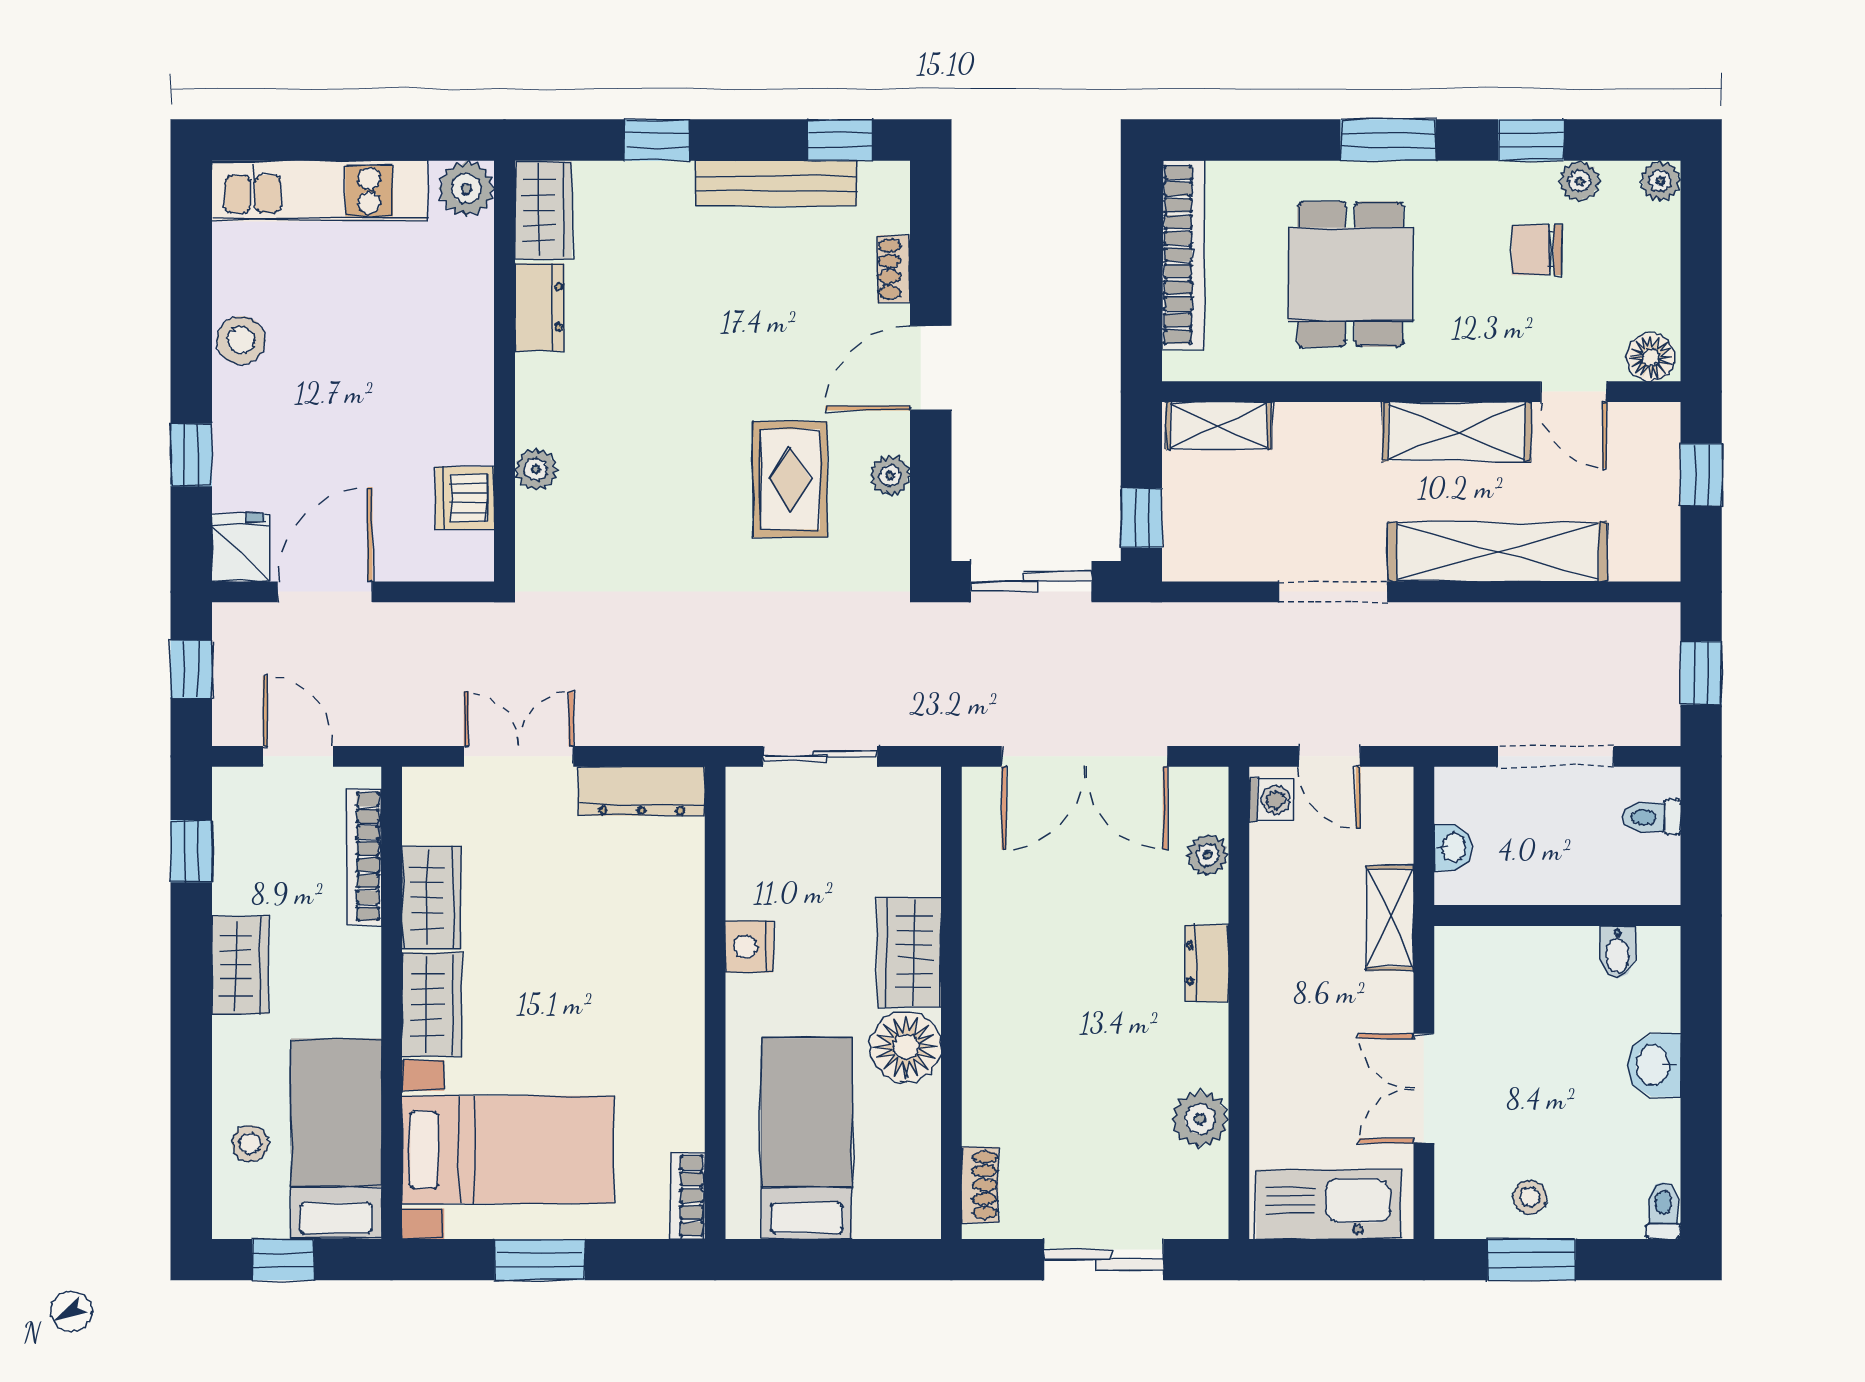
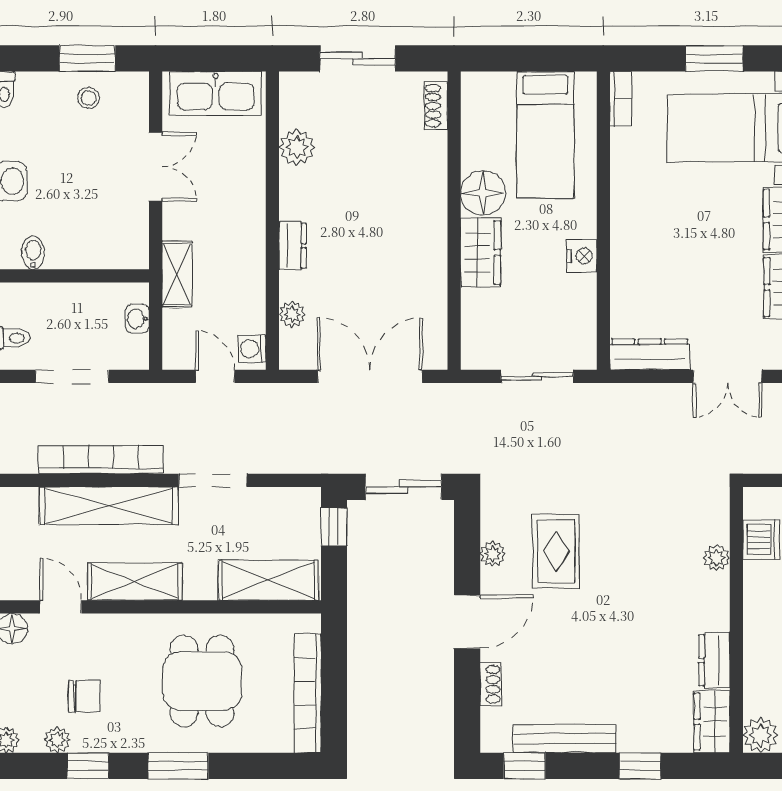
shelving: (1219, 426) -> (268, 580), width x1.50, depth x1.33
bookcase: (1510, 625) -> (101, 460), added

